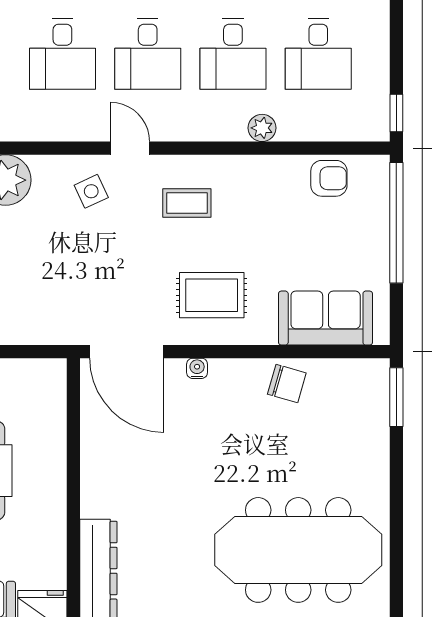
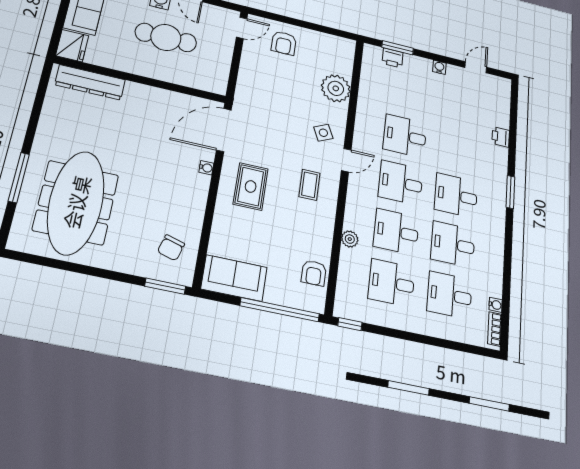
sofa: (326, 318) -> (234, 278), moved, turned -90
chair: (287, 384) -> (171, 248), moved

